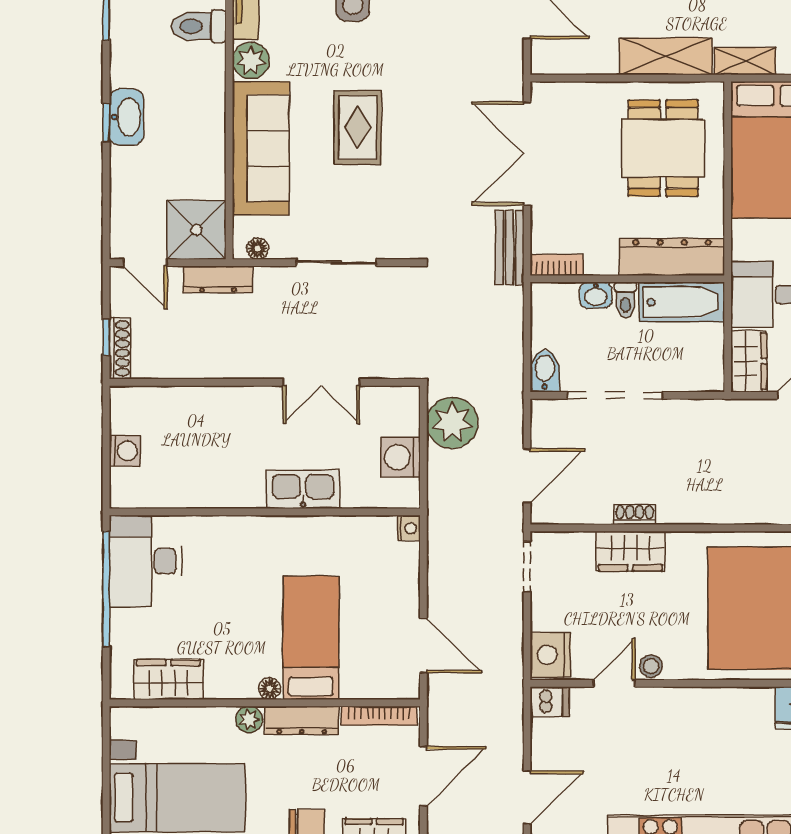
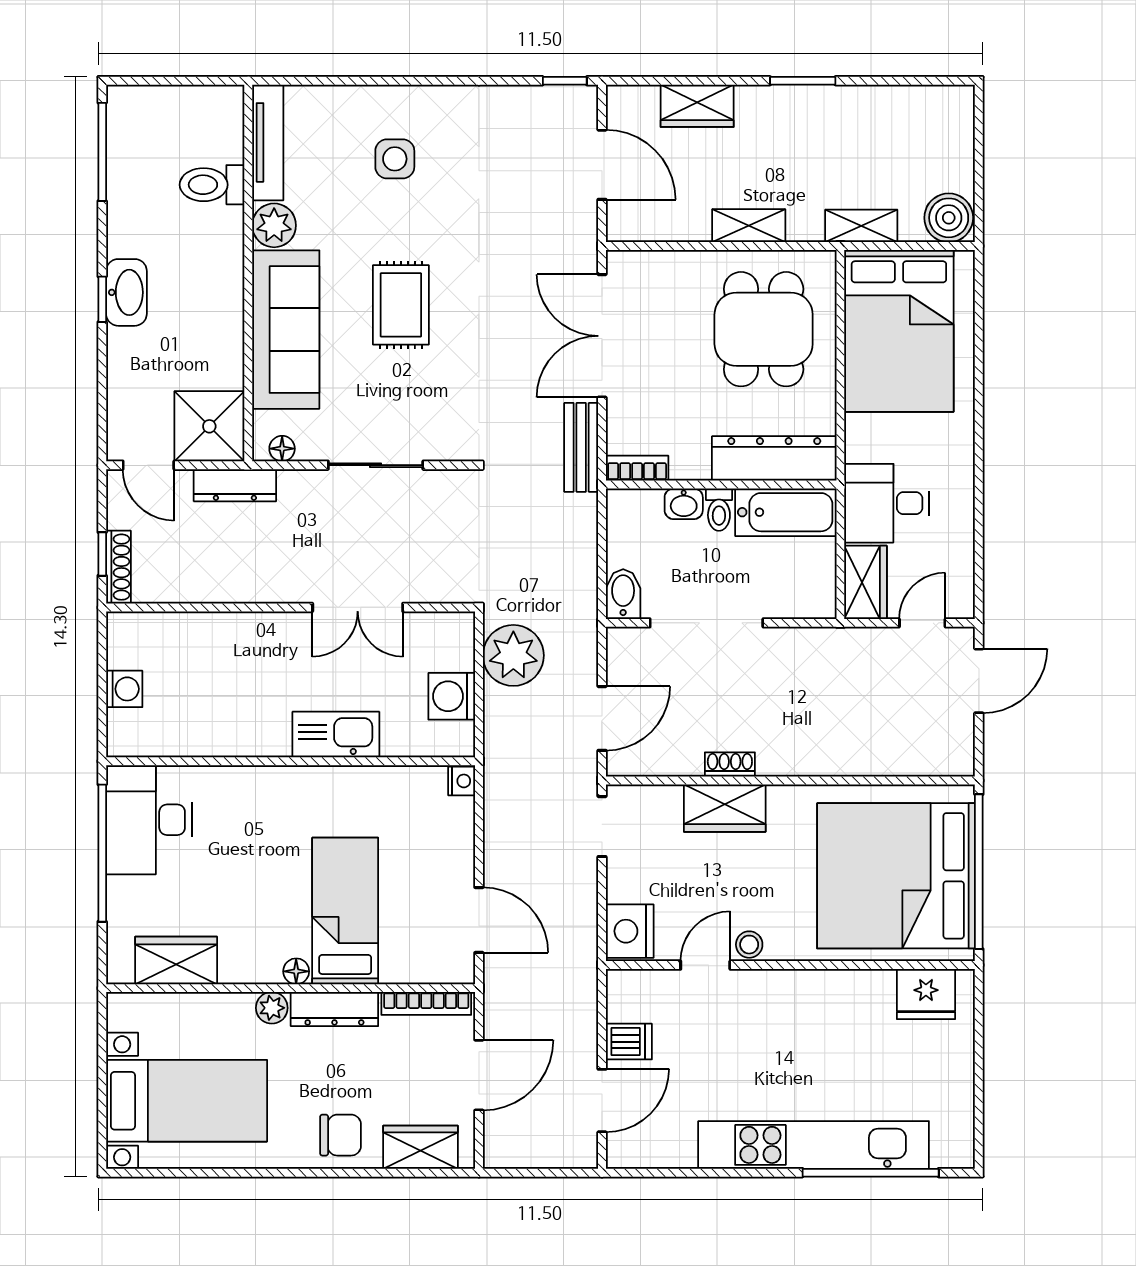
shelving: (666, 56) -> (749, 226), width x0.67, depth x0.75
dishwasher: (550, 702) -> (629, 1042), moved

